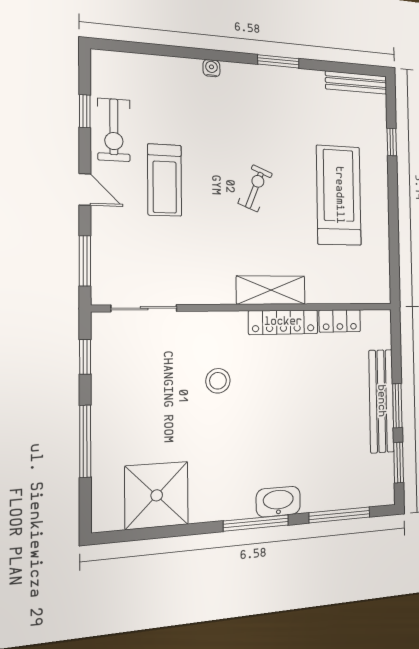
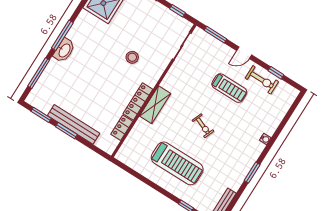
exercise bike: (114, 130) -> (262, 80), turned 180
treadmill: (165, 180) -> (229, 88), turned 180

